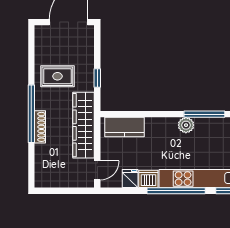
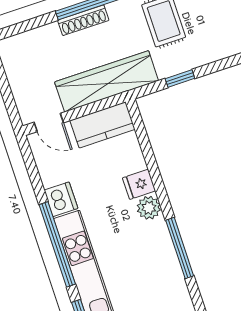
plant: (186, 125) -> (149, 208), moved
kitchen counter: (124, 127) -> (102, 125), moved, turned -90
fridge: (130, 179) -> (139, 184), moved, turned 180

